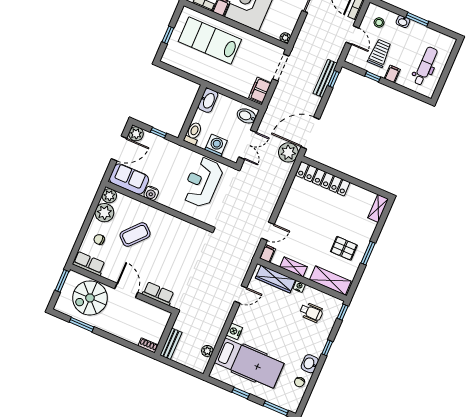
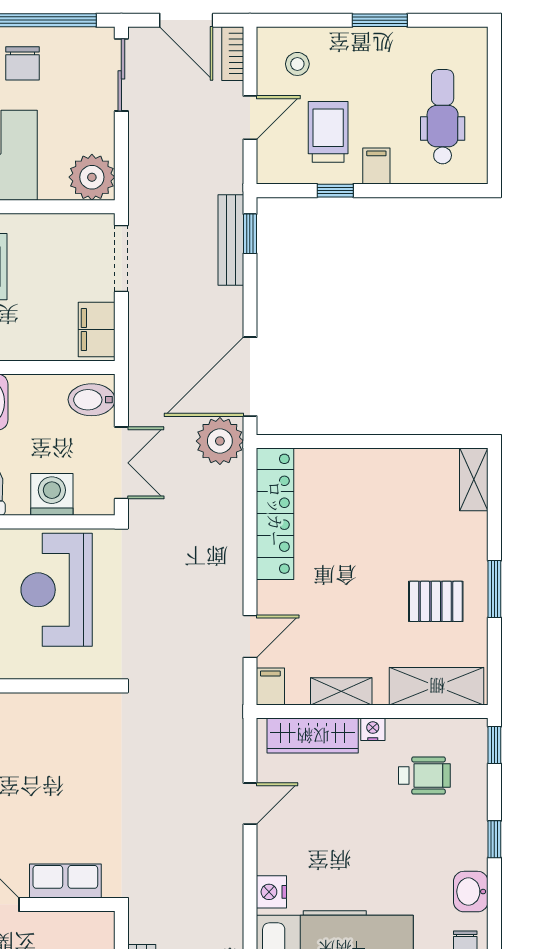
washbasin: (403, 22) -> (350, 39), removed
door: (352, 35) -> (250, 118), hinge flipped
plant: (285, 38) -> (92, 177), width x1.88, depth x1.88
locker: (323, 179) -> (275, 514), moved, turned -90

